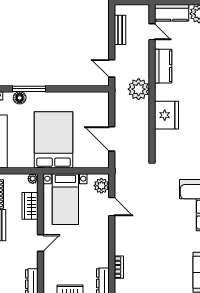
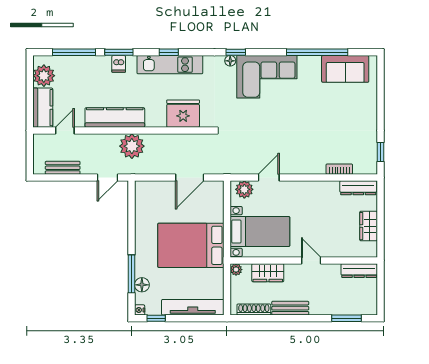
kitchen counter: (163, 66) -> (115, 117), width x1.50
fridge: (167, 115) -> (183, 114), moved

